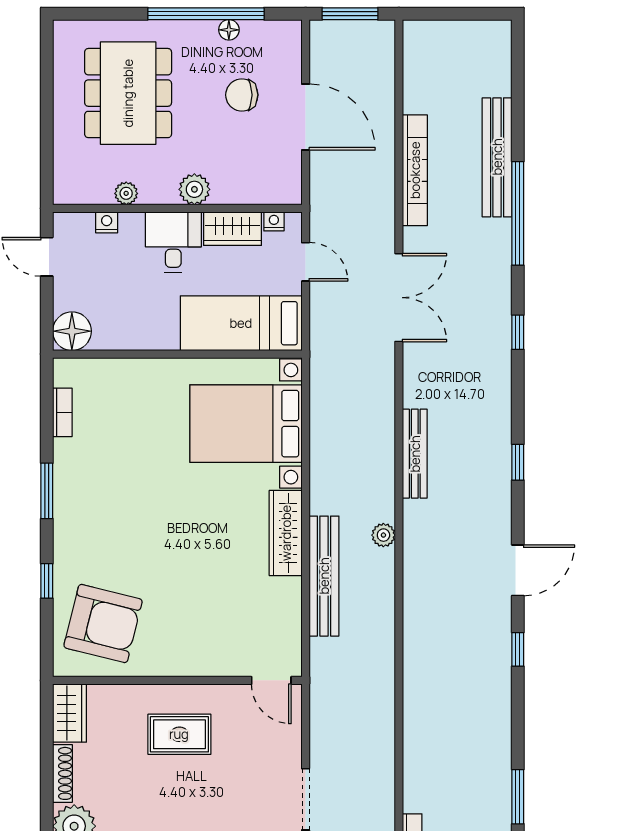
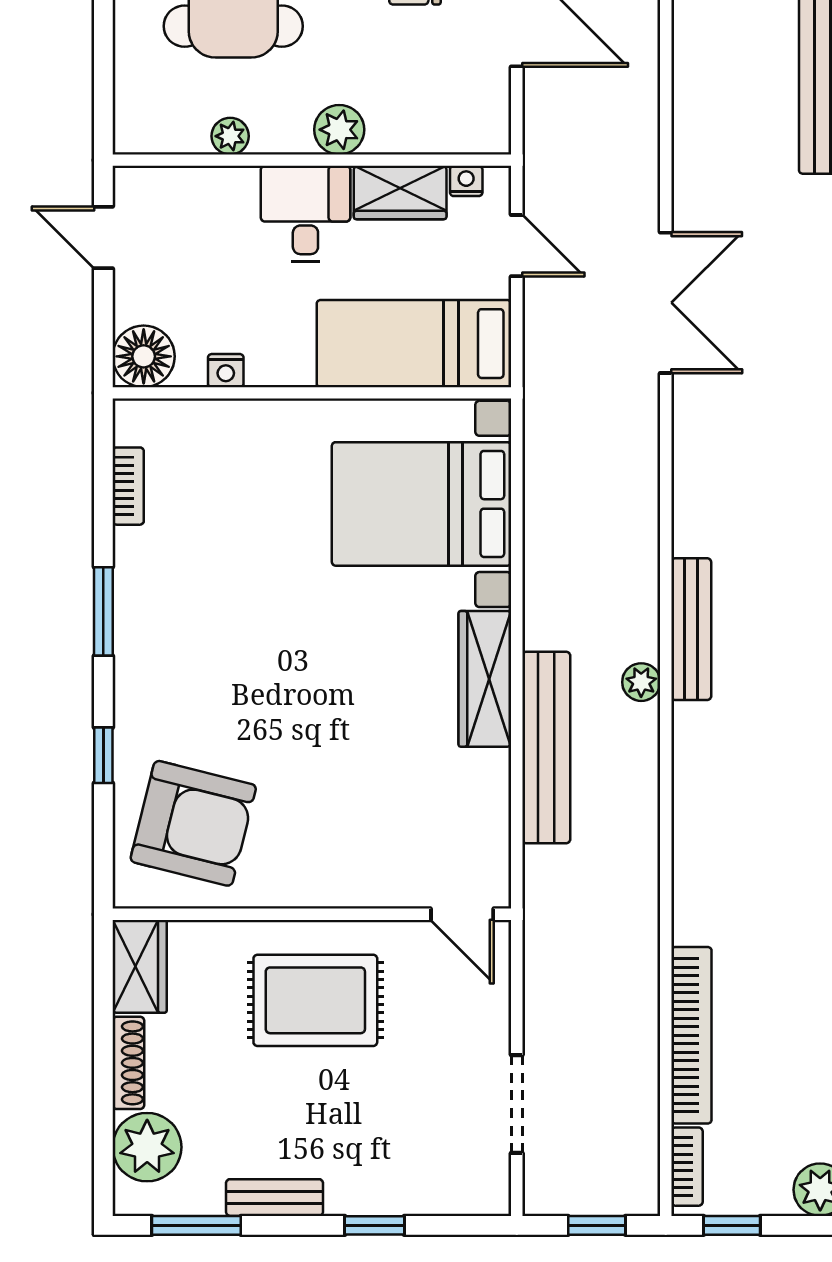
bookcase: (415, 170) -> (691, 1035), moved
nightstand: (107, 222) -> (226, 371), moved, turned 180
bench: (415, 454) -> (691, 629), moved
rug: (179, 734) -> (315, 1000), width x1.36, depth x1.43

